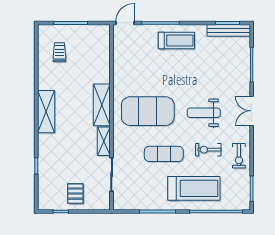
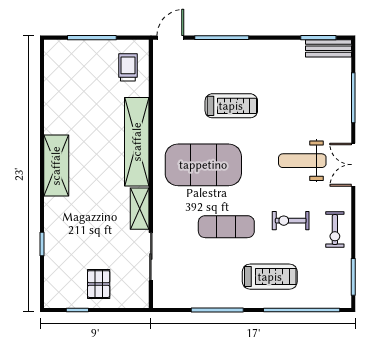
bench: (229, 30) -> (328, 48), width x0.73
treadmill: (176, 41) -> (231, 106), moved
trolley: (59, 52) -> (128, 67), moved
shelving: (102, 105) -> (137, 142), width x1.47
weight bench: (204, 113) -> (302, 161), moved
treadmill: (194, 188) -> (270, 277), width x0.73, depth x0.73

